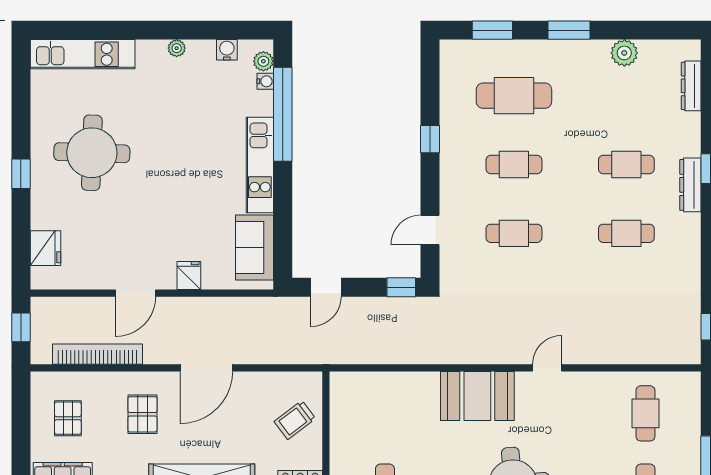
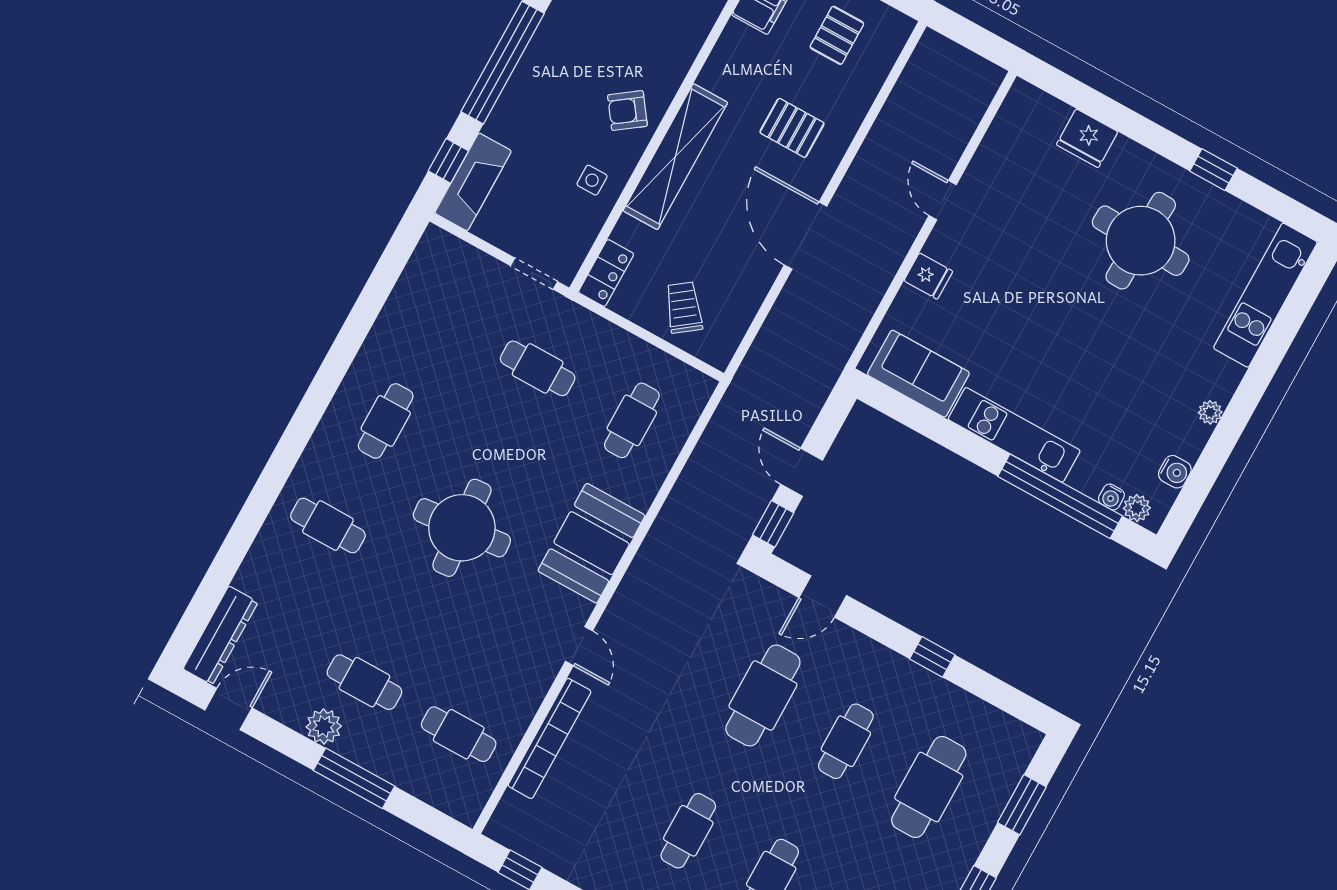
window: (21, 174) -> (1213, 170), moved
door: (430, 230) -> (823, 596), swing flipped
cafe table: (514, 233) -> (763, 695), width x1.37, depth x1.35
fridge: (45, 248) -> (1087, 138), moved
door: (326, 287) -> (802, 472), moved
door: (136, 293) -> (943, 200), width x0.73
window: (21, 327) -> (978, 39), removed
bookcase: (98, 354) -> (550, 738), moved
cafe table: (385, 413) -> (632, 420), added
pallet: (68, 418) -> (837, 35), turned 90

